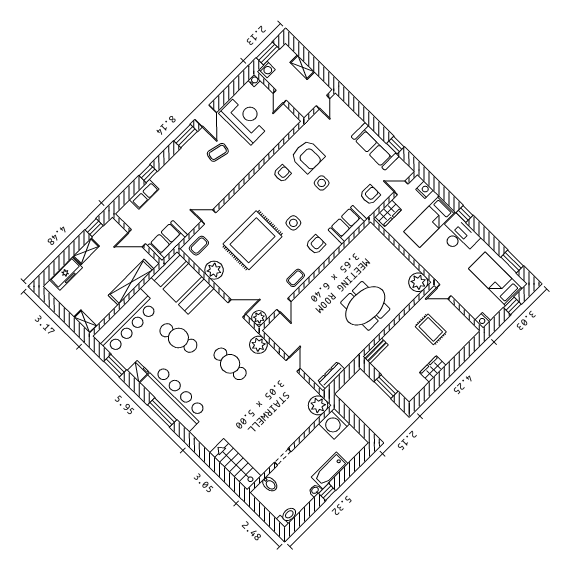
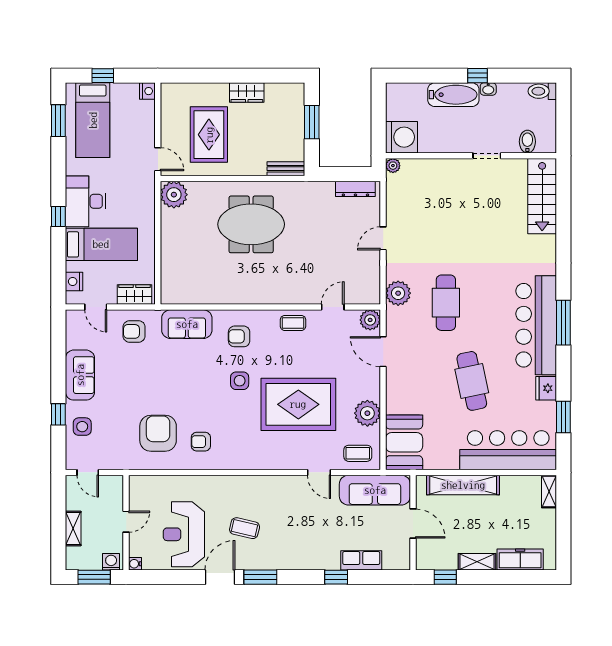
door: (323, 102) -> (88, 472), swing flipped
window: (395, 145) -> (58, 414), moved
sofa: (375, 146) -> (80, 375), width x0.73
side table: (322, 183) -> (82, 427), moved
sofa: (168, 241) -> (375, 490), width x1.36
booth: (182, 283) -> (404, 442), width x0.73, depth x0.70
rug: (431, 329) -> (209, 135), width x1.36, depth x1.43
plant: (318, 405) -> (393, 166), width x0.53, depth x0.53

